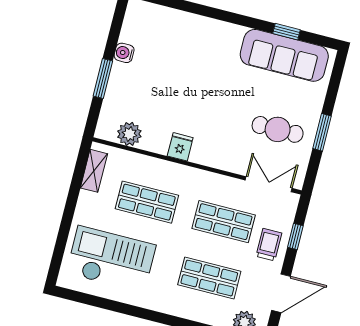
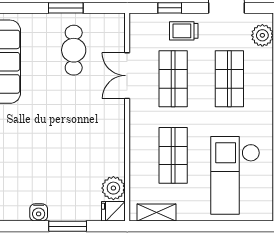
fridge: (180, 147) -> (113, 211), moved
double door: (269, 184) -> (127, 76), moved

